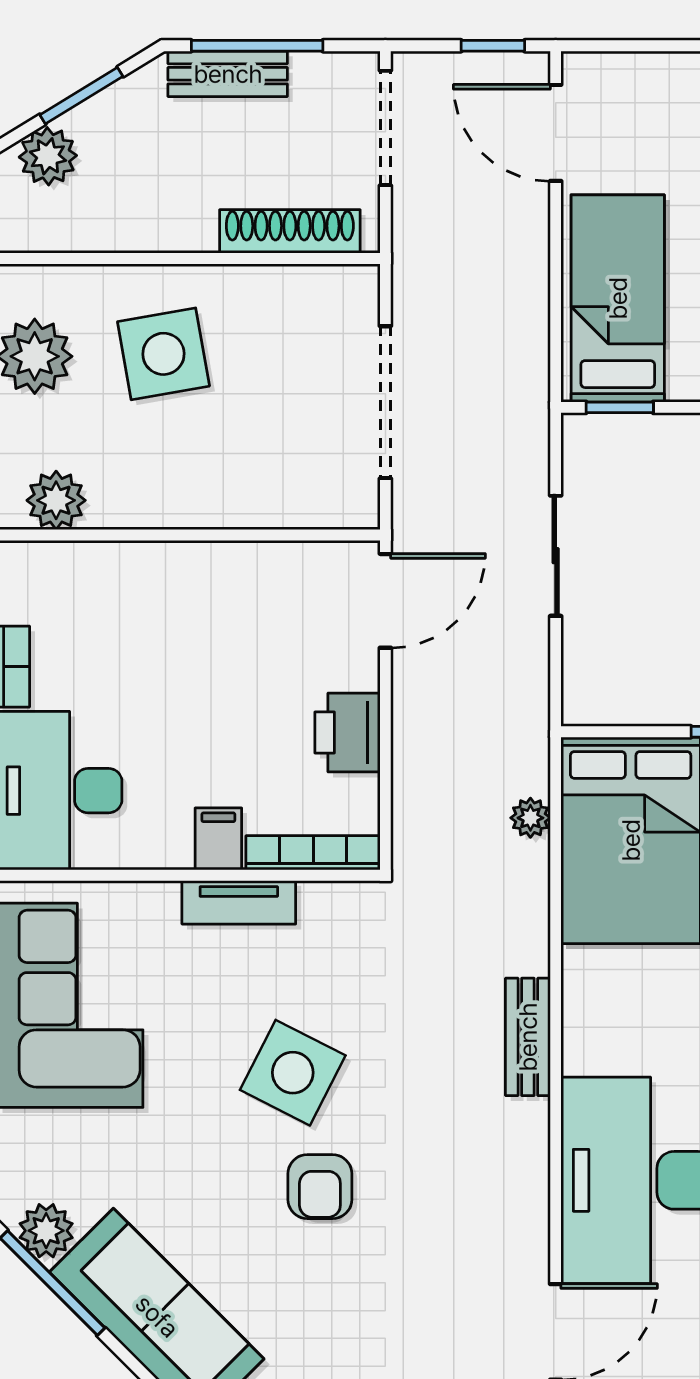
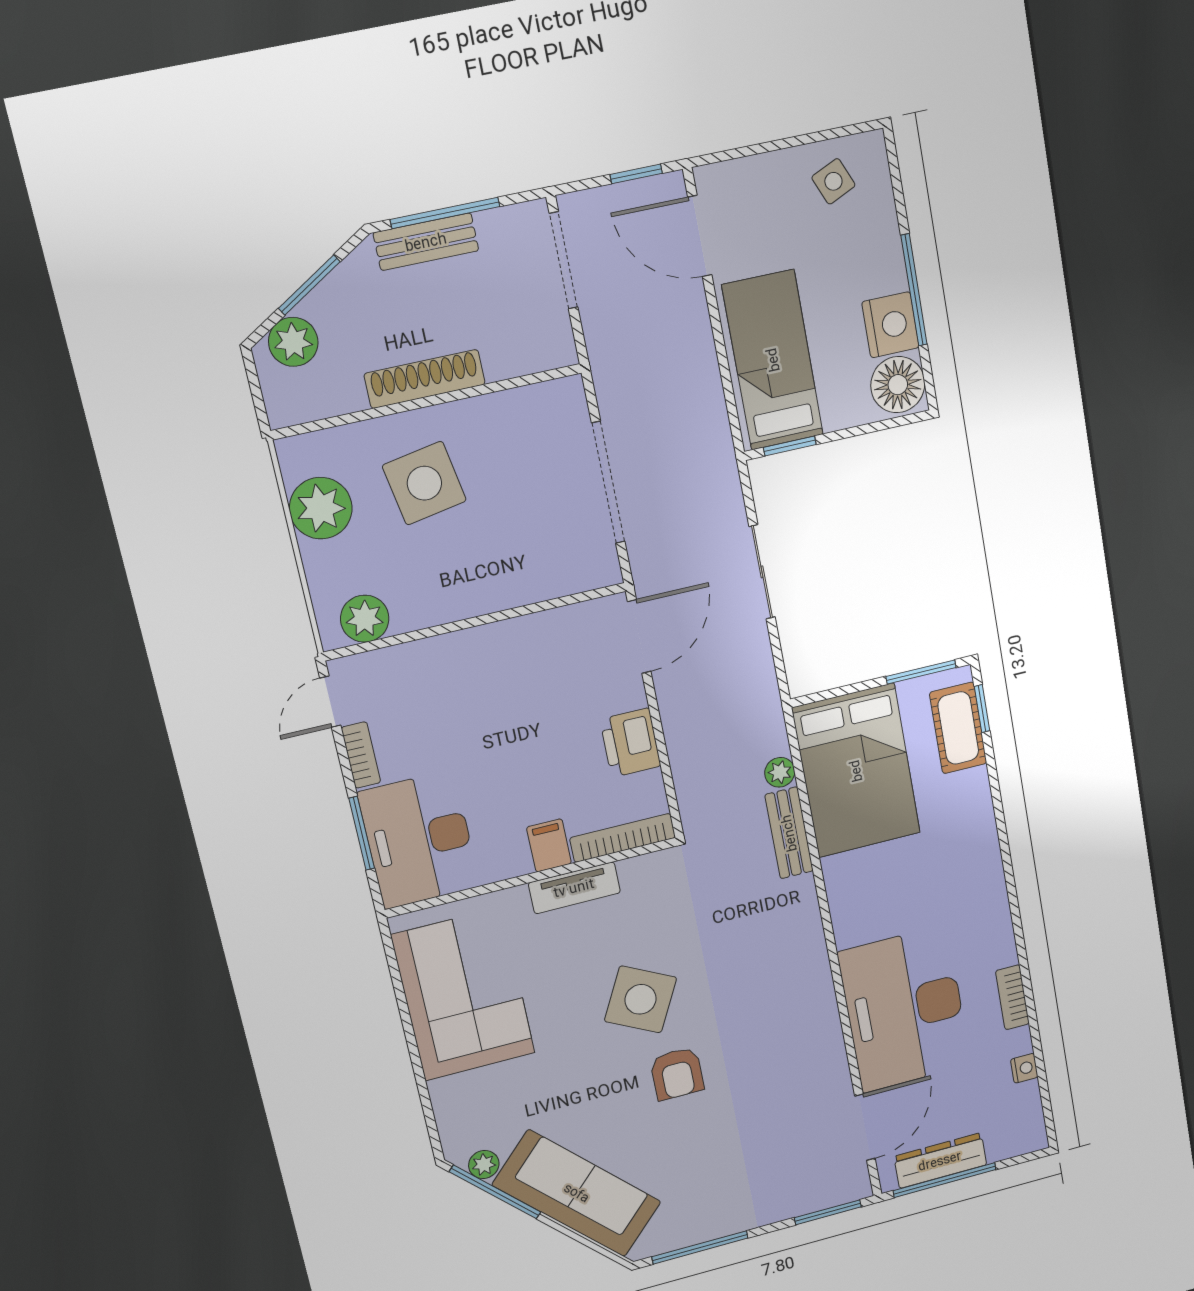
shoe rack: (290, 231) -> (425, 379), moved
bench: (528, 1037) -> (789, 833), moved
plant: (46, 1231) -> (484, 1164), width x0.73, depth x0.73

